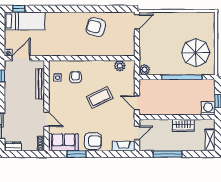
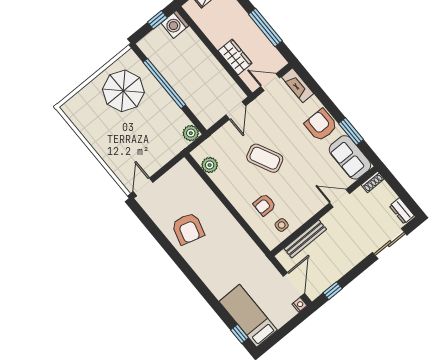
door: (137, 22) -> (143, 187), hinge flipped
door: (21, 58) -> (294, 285), swing flipped
door: (47, 119) -> (340, 198), hinge flipped
wardrobe: (183, 125) -> (235, 57), moved

